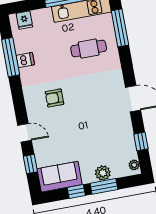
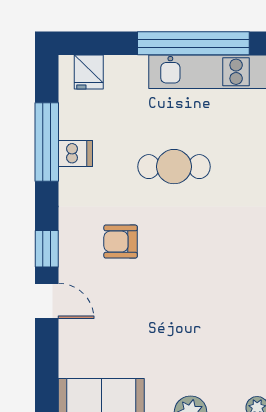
cafe table: (89, 49) -> (174, 167), moved
window: (30, 164) -> (47, 249), moved

